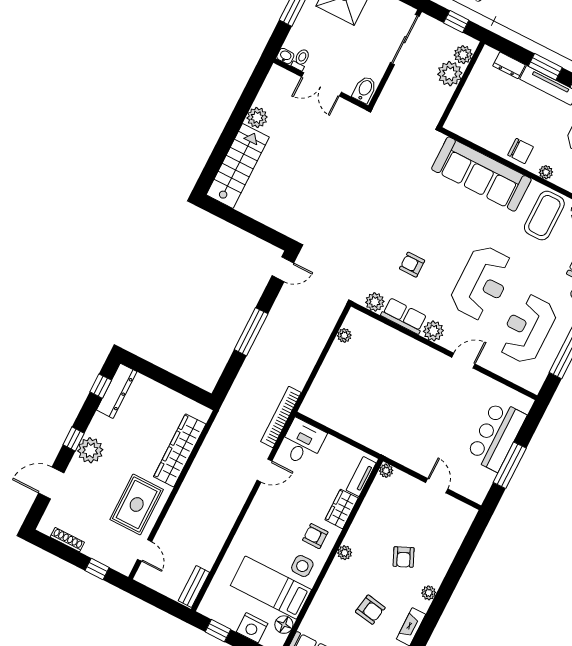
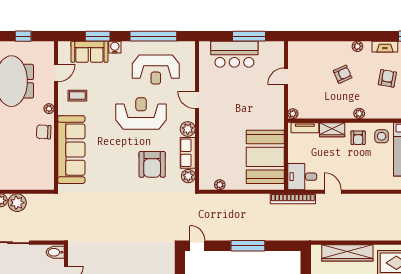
chair: (521, 151) -> (44, 132), turned -87
coffee table: (544, 216) -> (77, 96), width x0.54, depth x0.58
armchair: (412, 265) -> (152, 164), width x1.88, depth x1.88
booth: (350, 409) -> (265, 157), added

